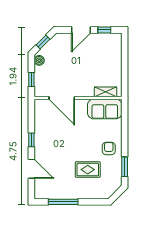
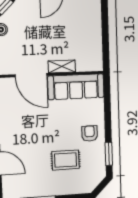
shelving: (106, 92) -> (62, 66), moved
sofa: (105, 109) -> (76, 87), width x1.36

